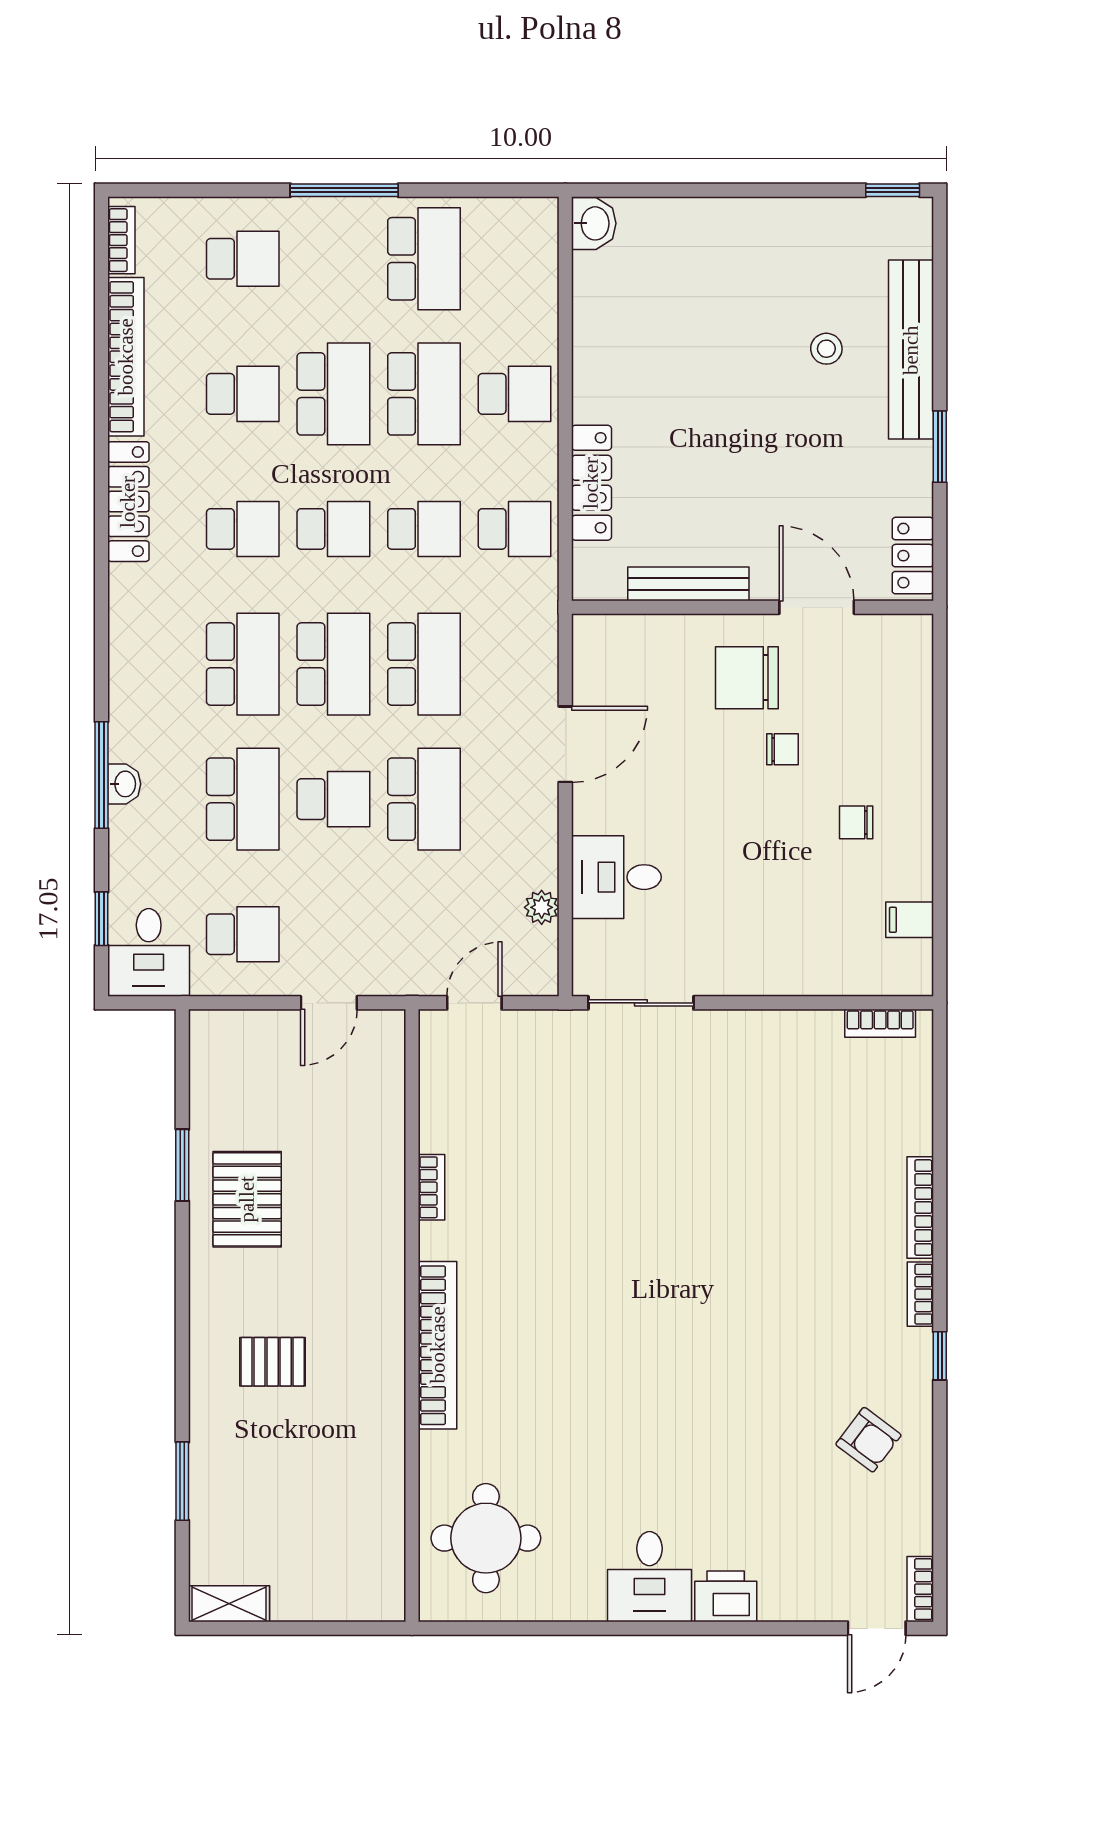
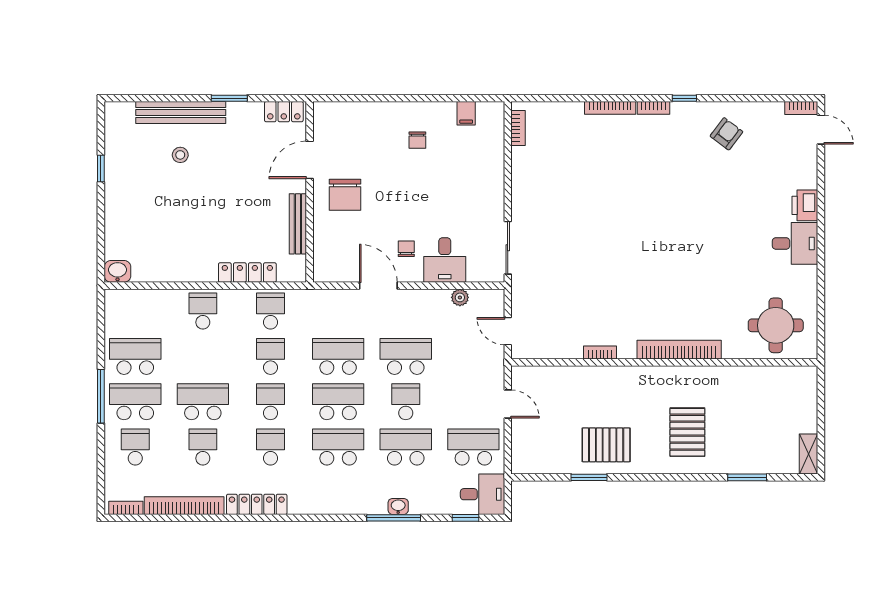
window: (893, 190) -> (101, 168), moved
school desk: (424, 394) -> (135, 402), moved
chair: (783, 749) -> (406, 249), moved
school desk: (243, 934) -> (473, 447), width x1.85
pallet: (273, 1362) -> (687, 432), width x1.50, depth x1.42

